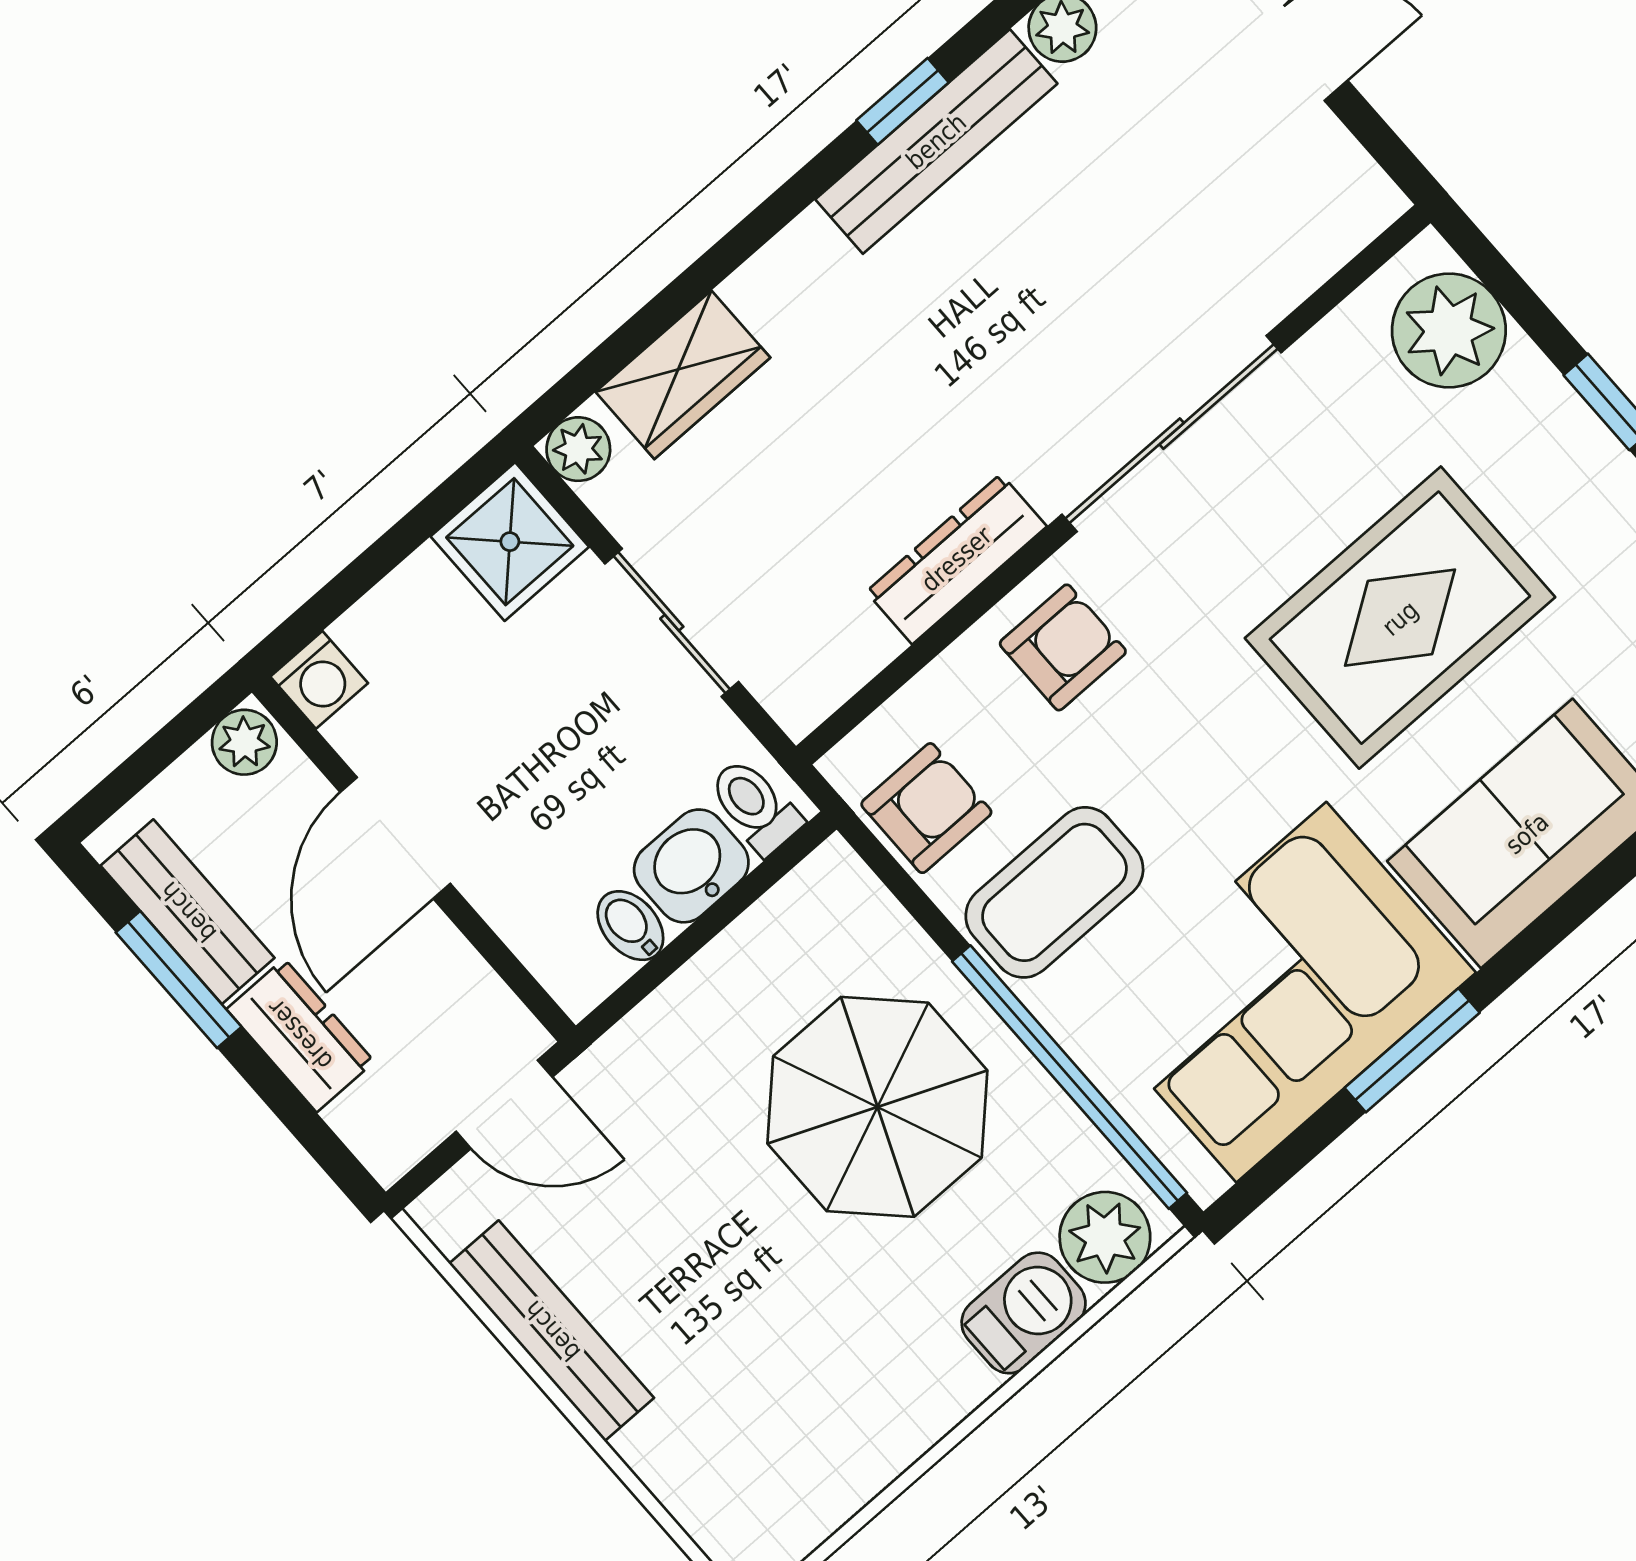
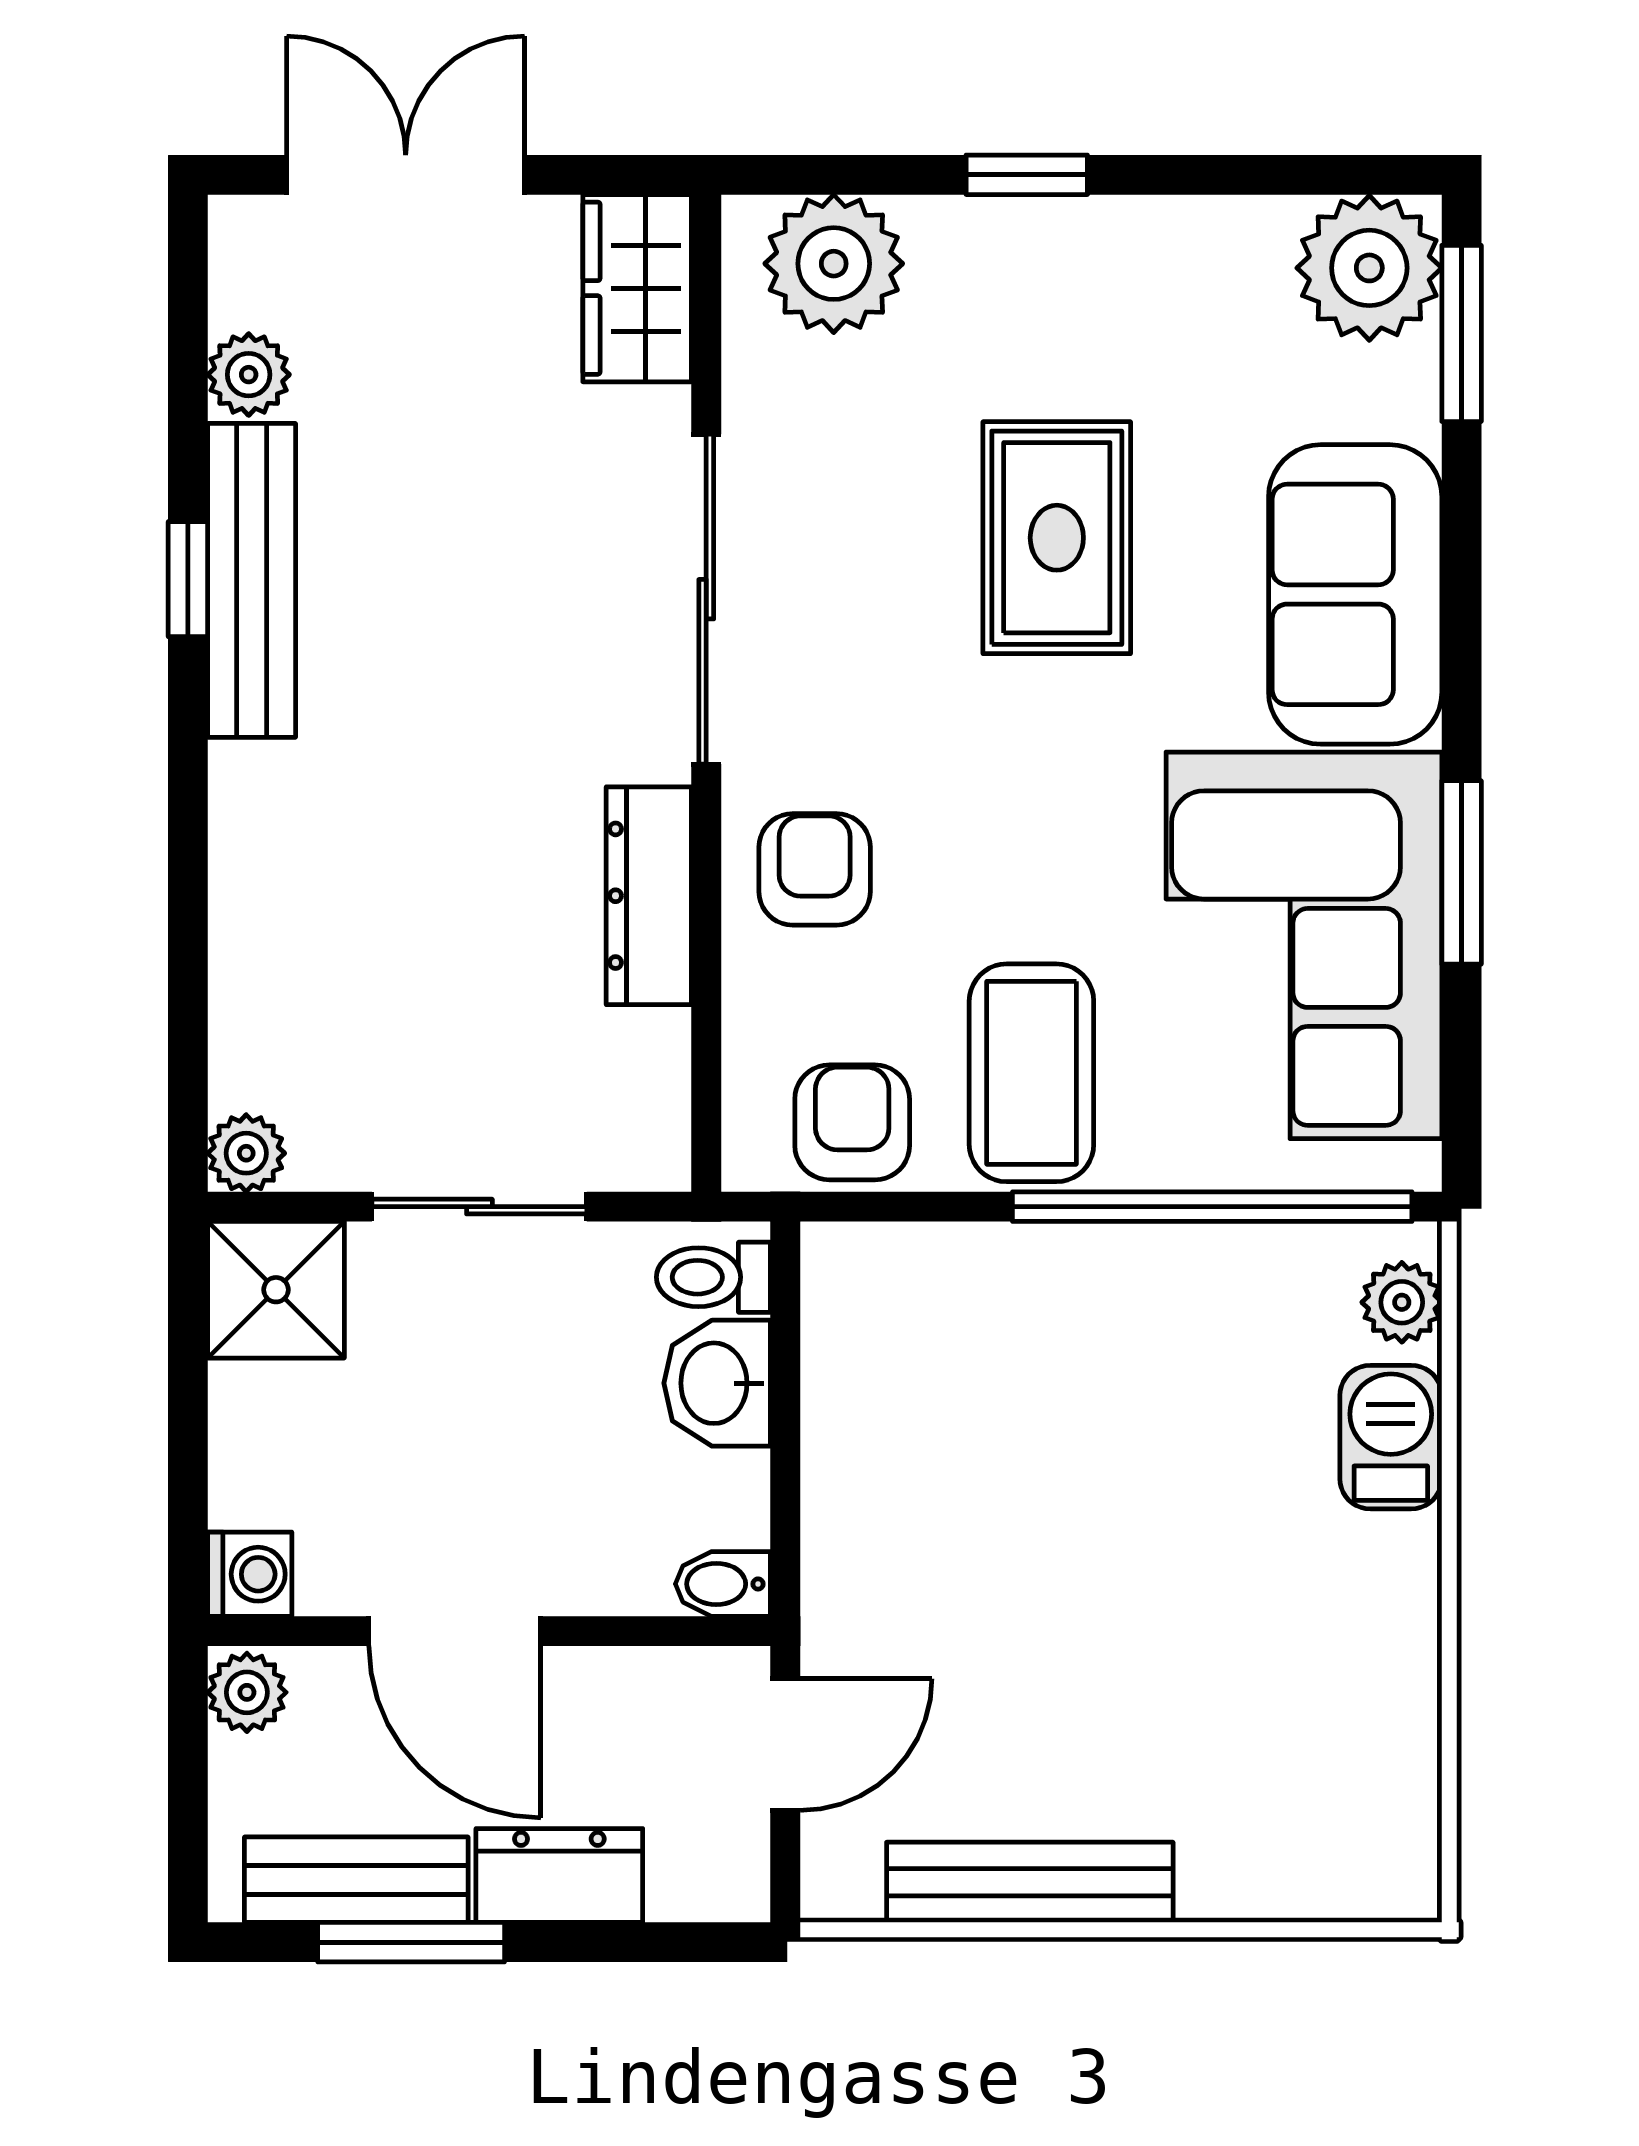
wardrobe: (683, 375) -> (637, 288), moved, turned 180
rug: (1400, 618) -> (1057, 538), width x0.73, depth x0.70
bidet: (630, 926) -> (723, 1584), moved
parasol: (877, 1107) -> (1086, 1406), removed
plant: (1105, 1237) -> (1402, 1302), width x0.73, depth x0.73

